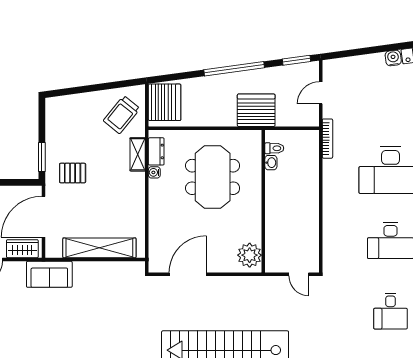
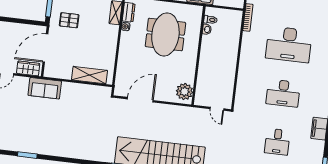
shelving: (99, 248) -> (89, 75), width x0.68

